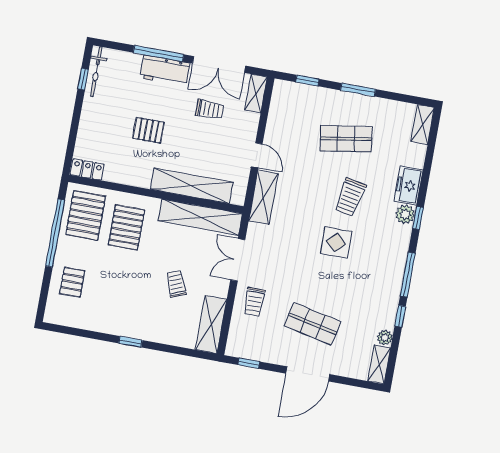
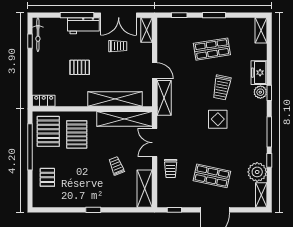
plant: (385, 338) -> (257, 172), width x1.88, depth x1.88

